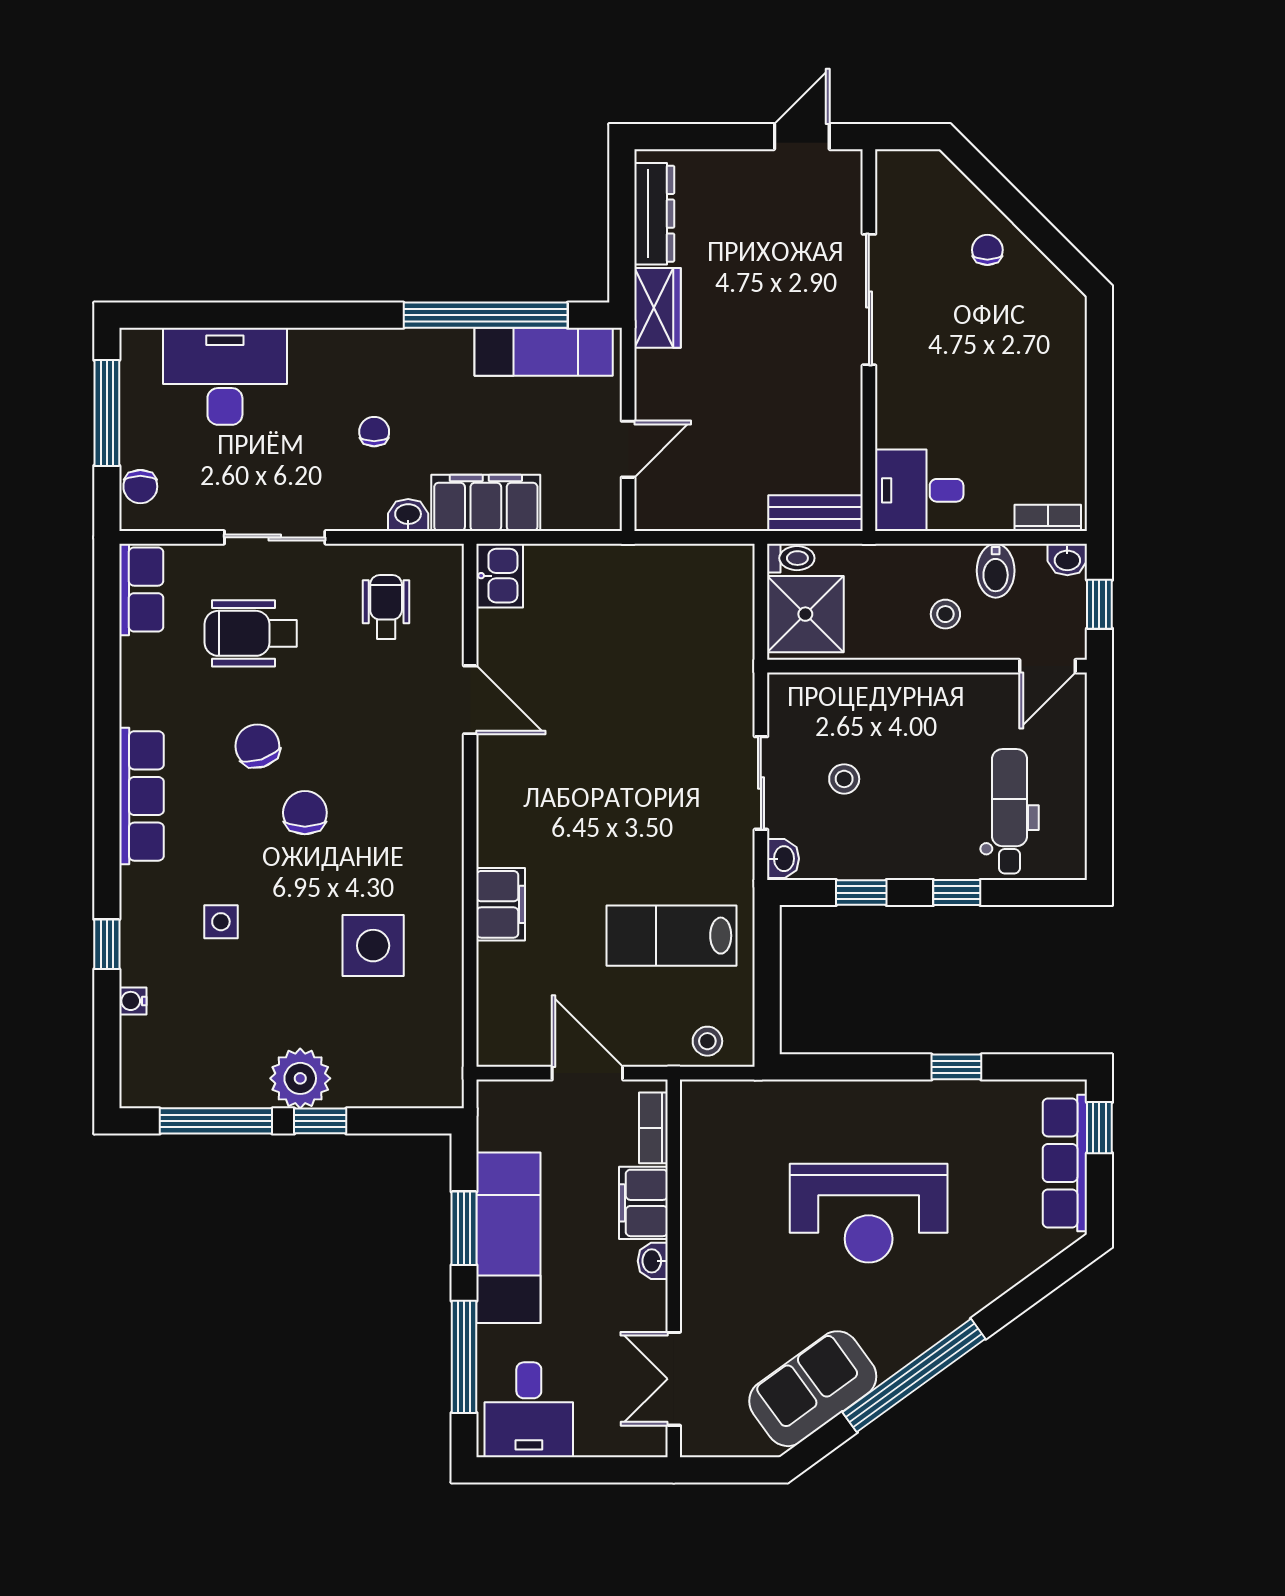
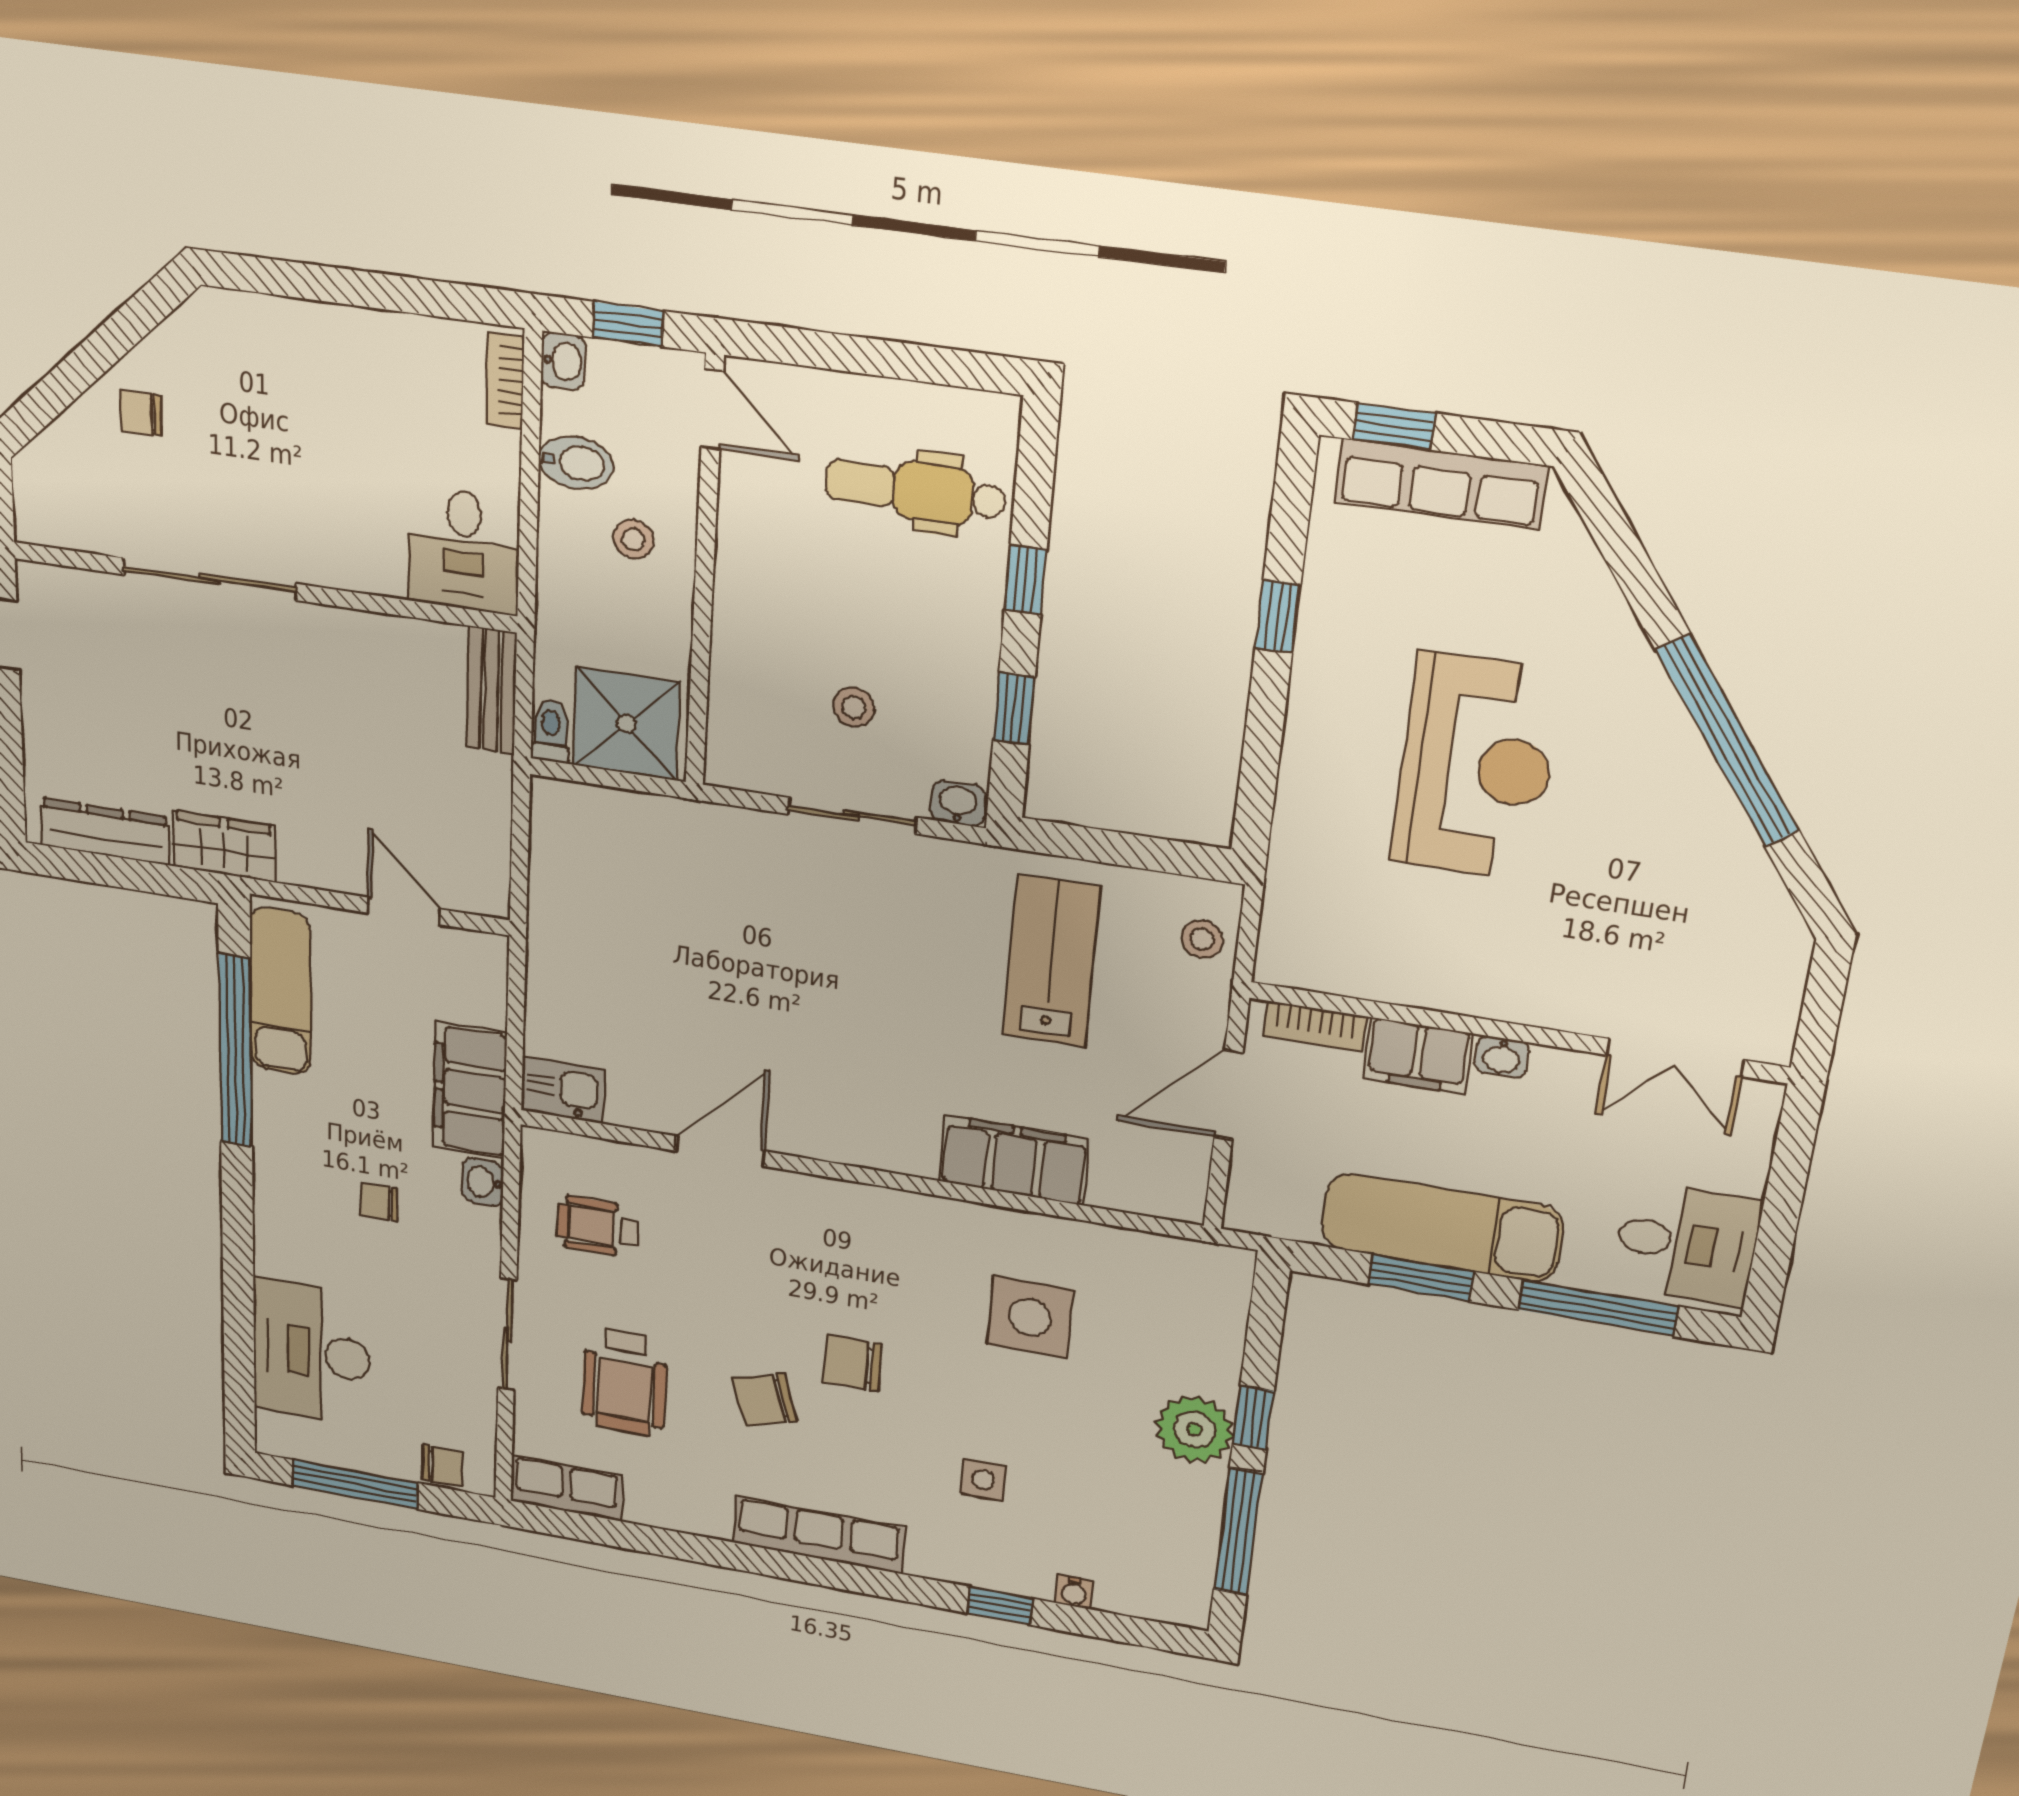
filing cabinet: (501, 904) -> (1014, 1160), width x1.50, depth x1.17
lab bench: (671, 936) -> (1051, 961), turned 180
sofa: (813, 1389) -> (1723, 880), removed

